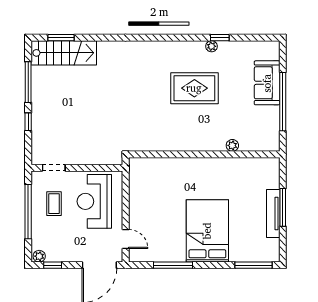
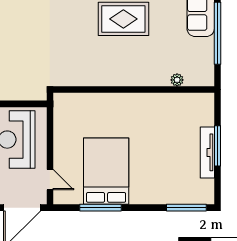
plant: (232, 145) -> (177, 80), moved
bed: (207, 231) -> (106, 171), moved

